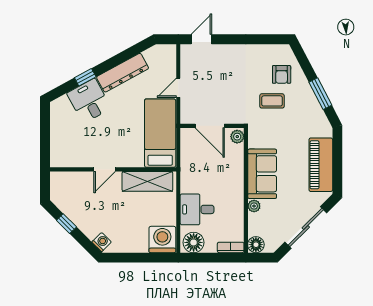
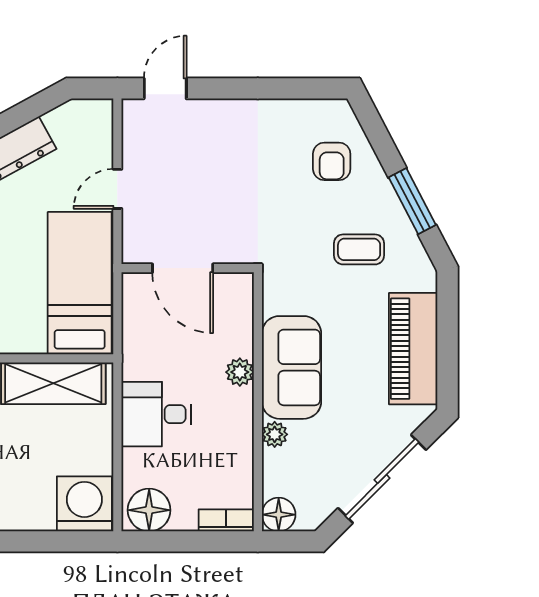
coffee table: (272, 101) -> (359, 249), moved
plant: (237, 137) -> (240, 372), moved
desk: (197, 209) -> (156, 414), moved

